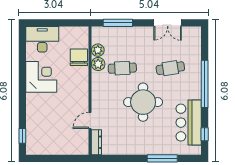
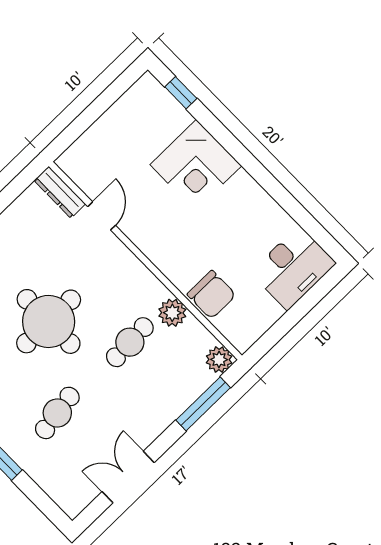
plant: (98, 50) -> (219, 360), moved
corner desk: (41, 77) -> (196, 165), moved

